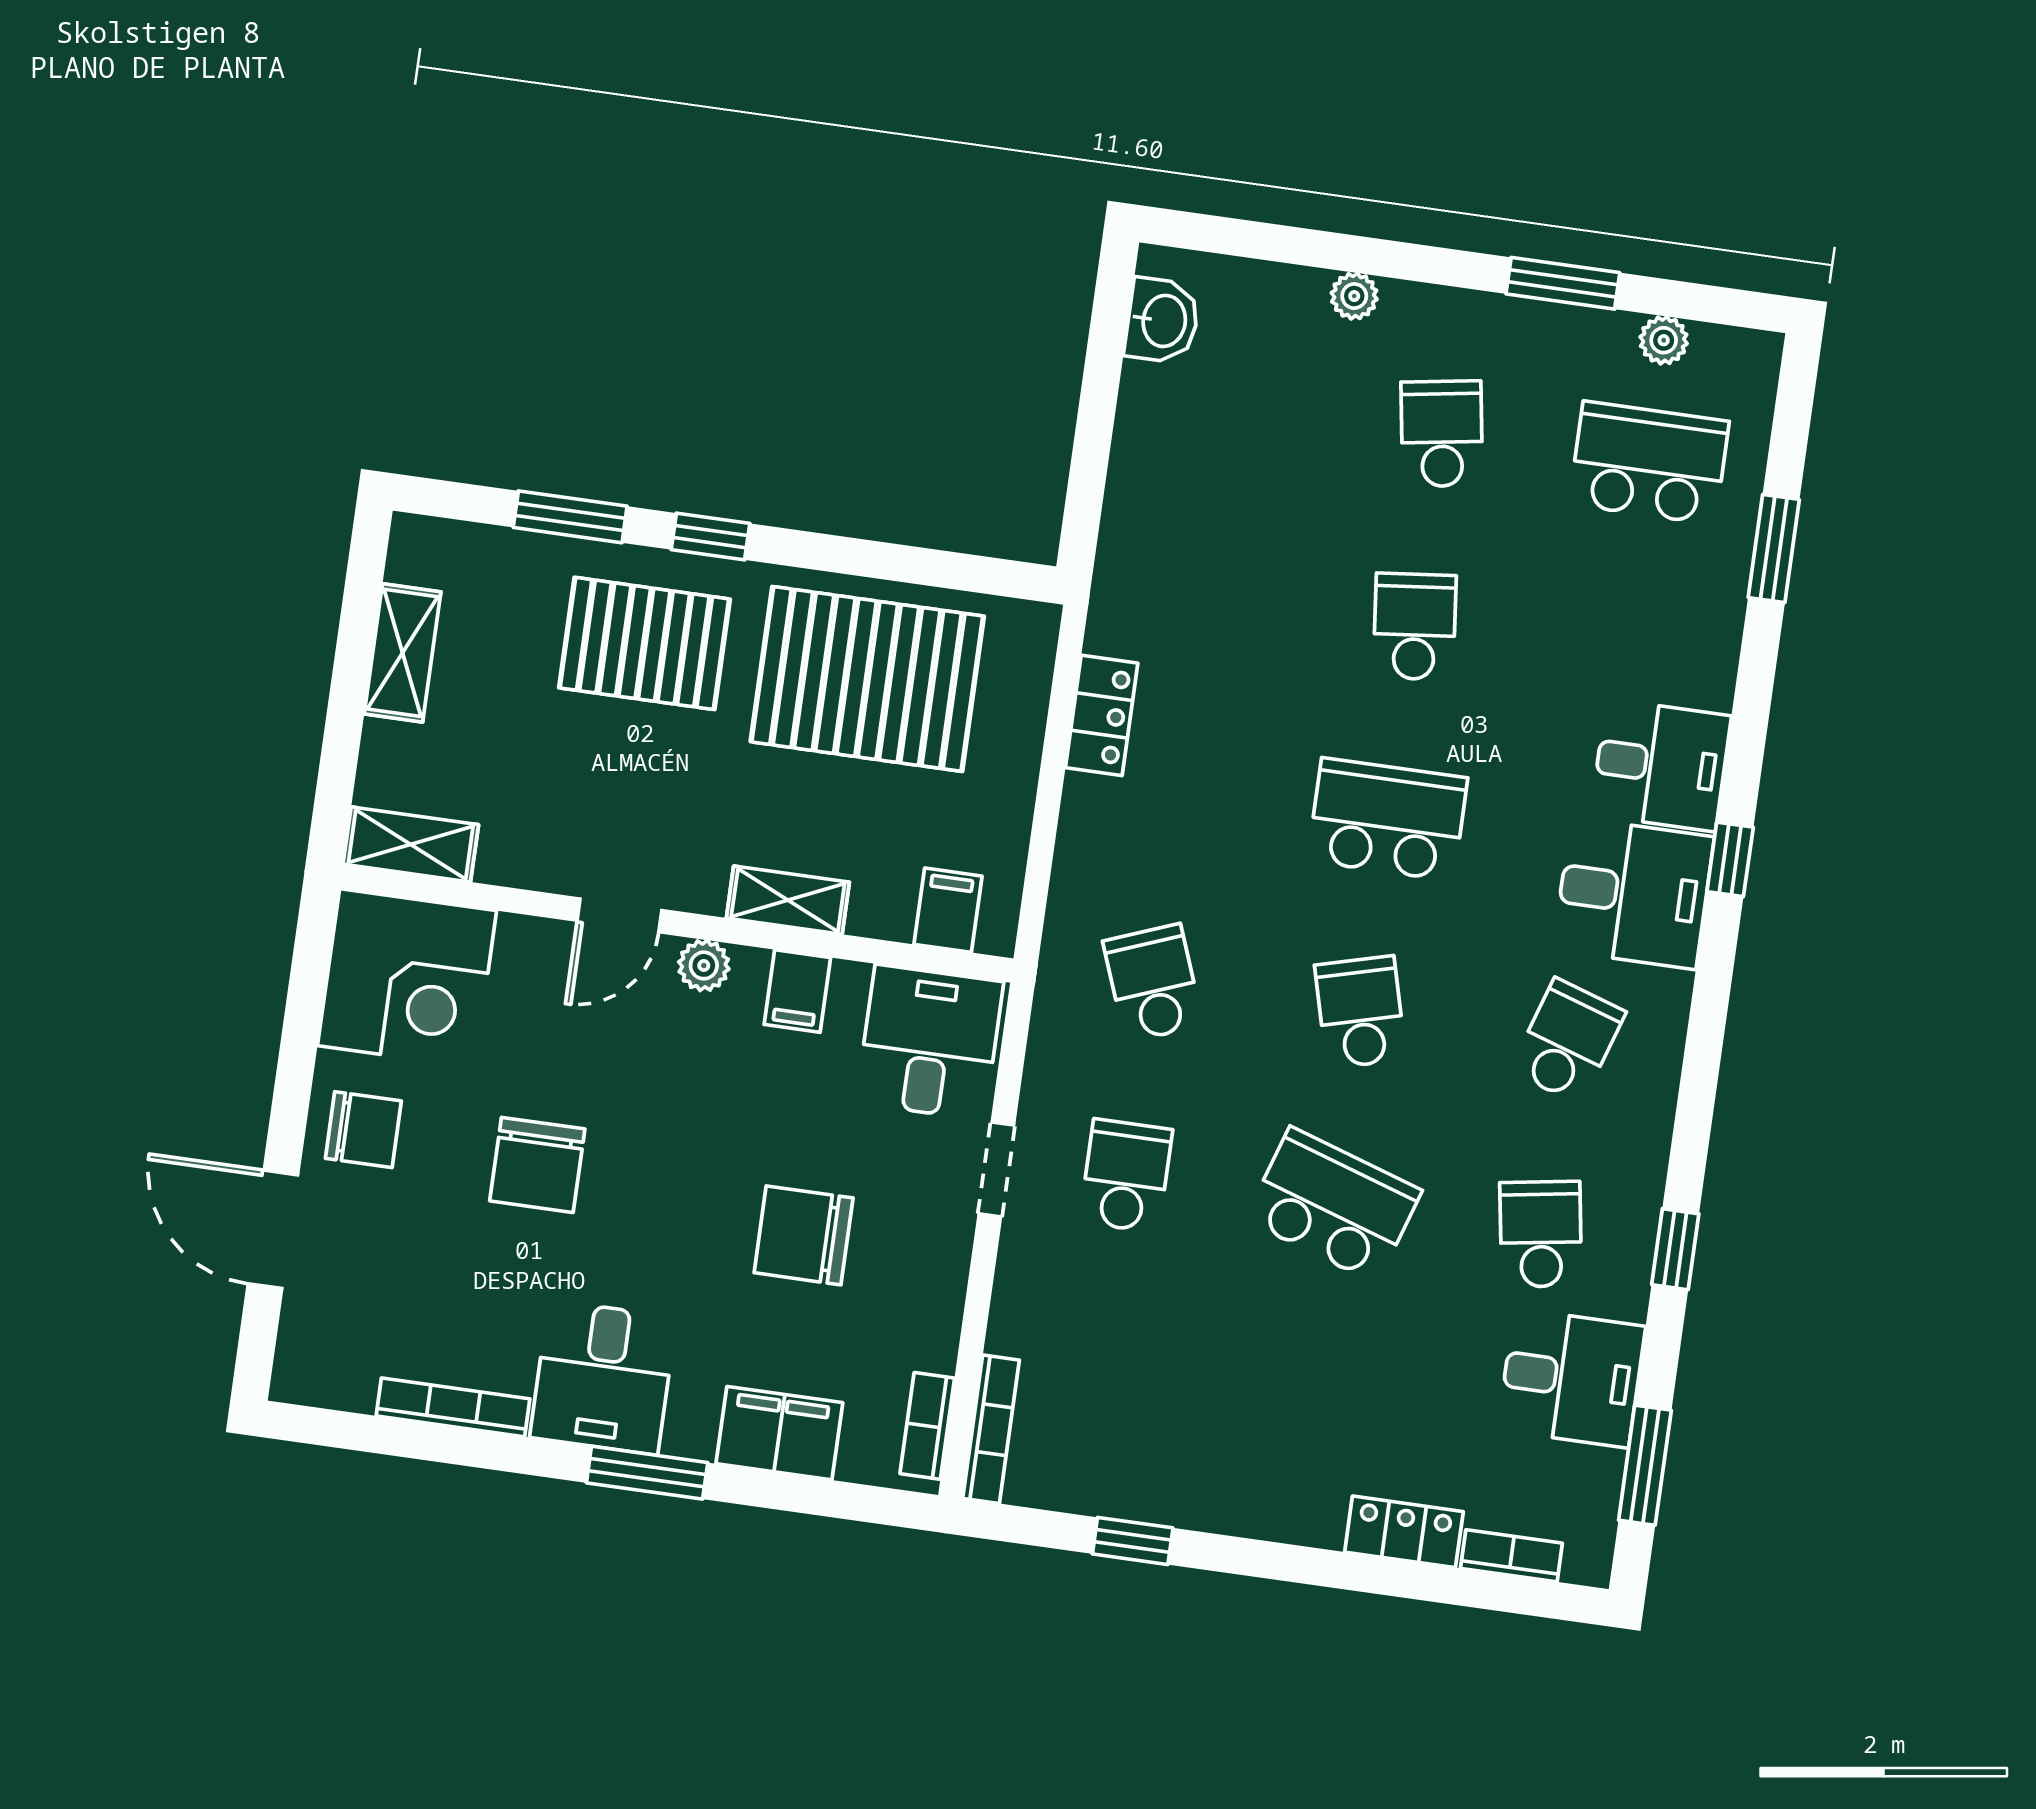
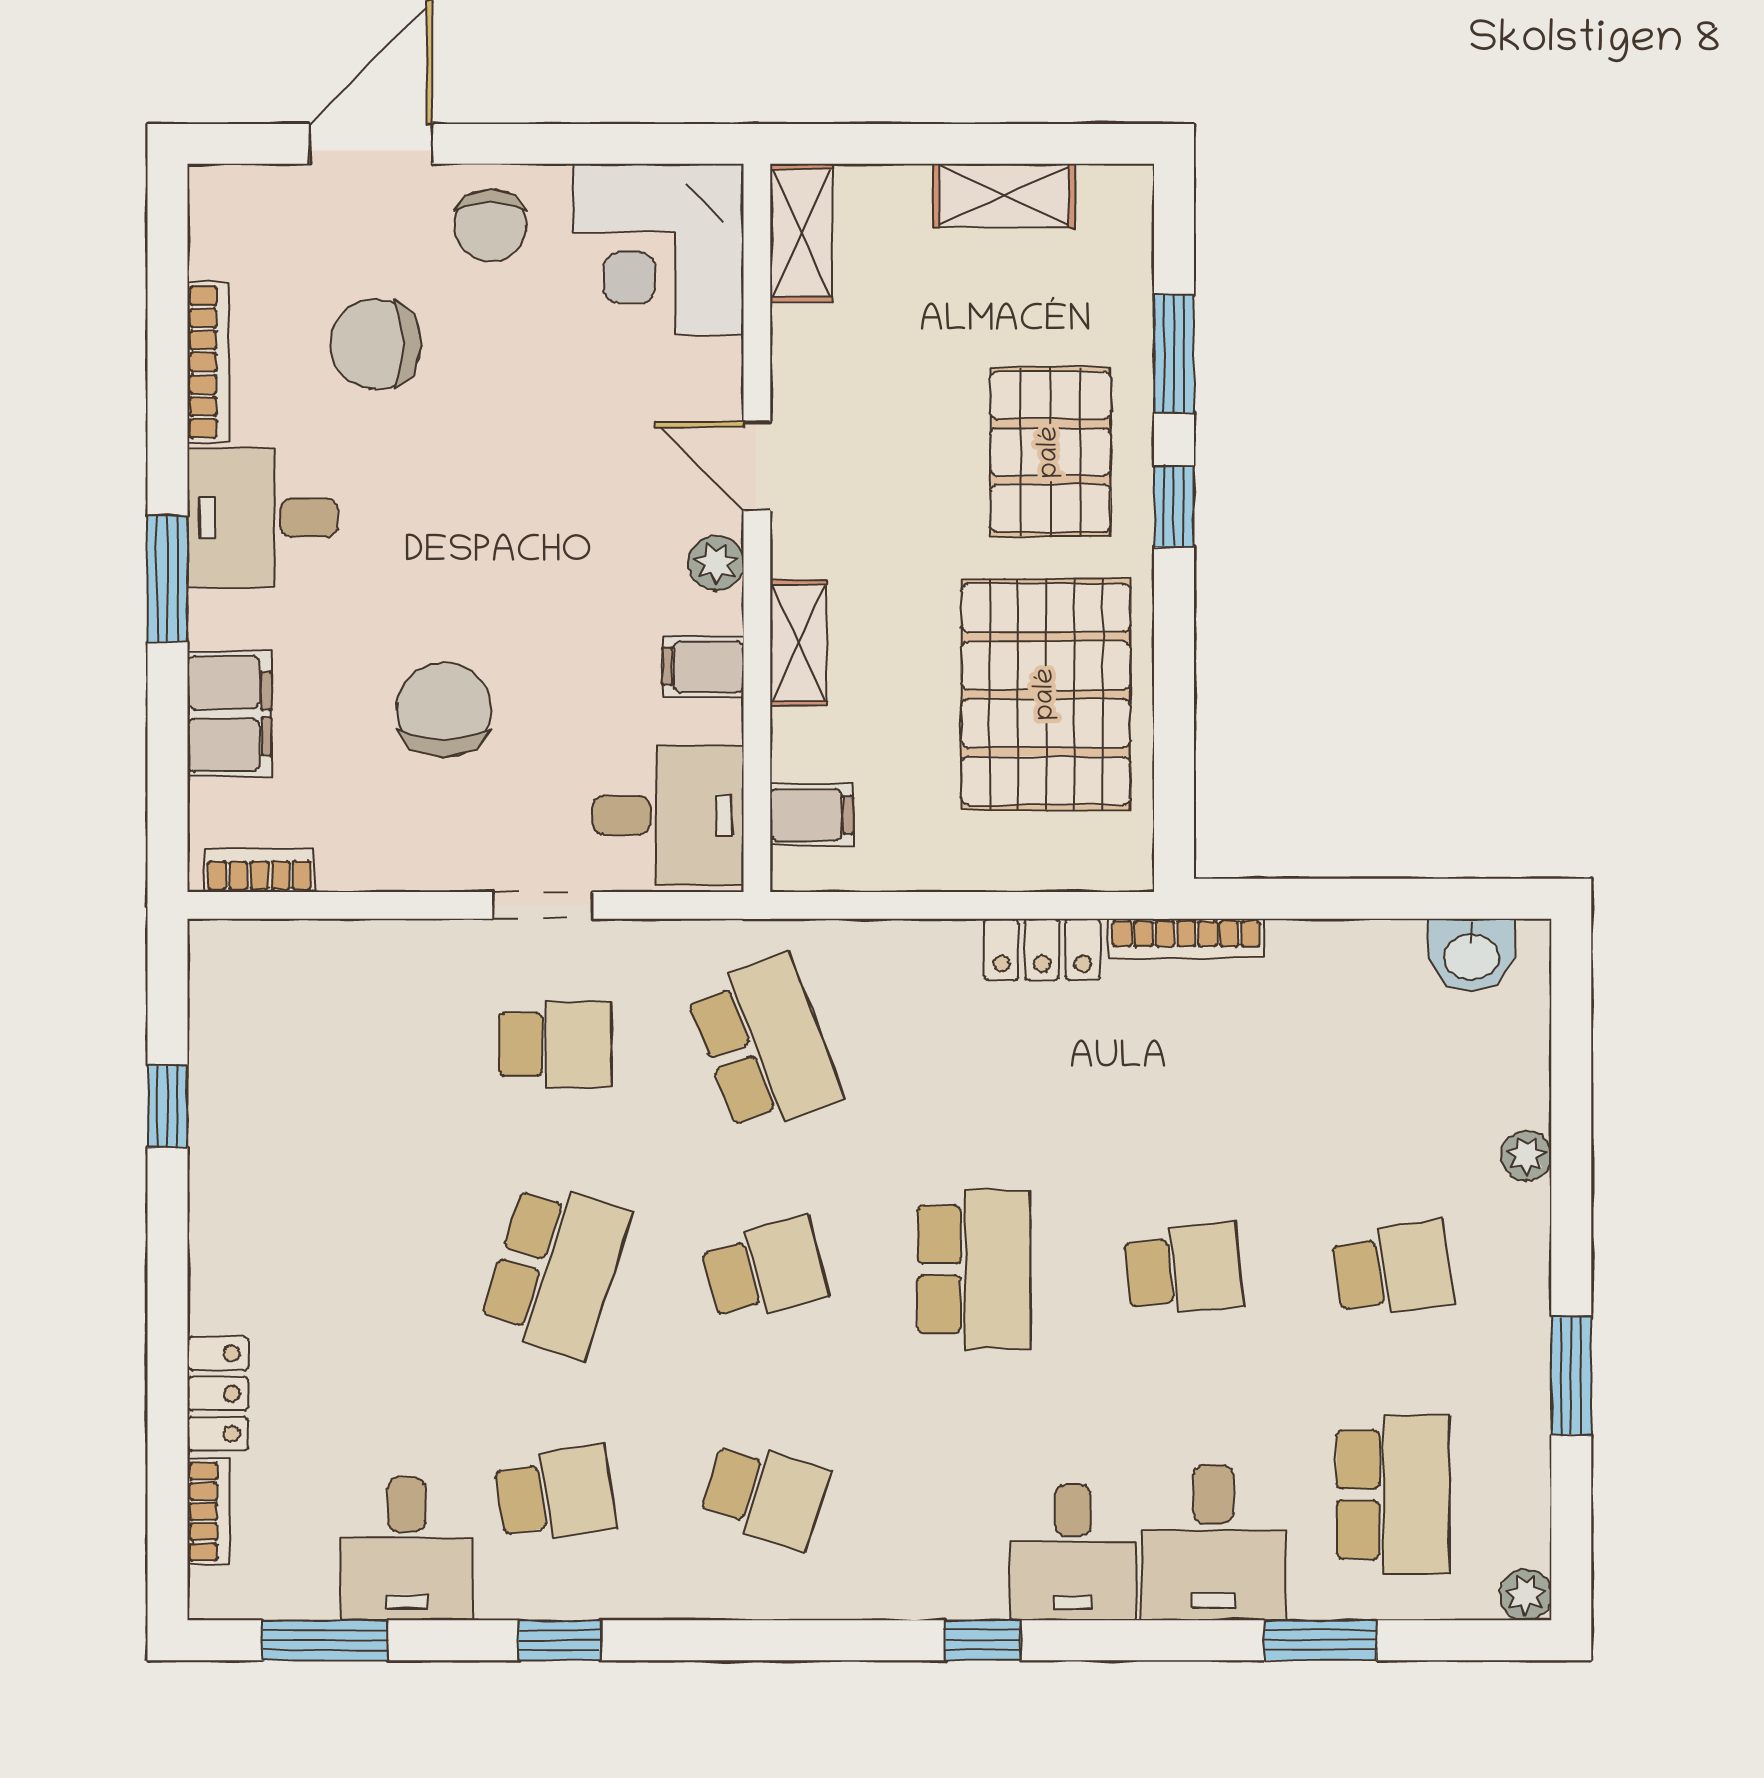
plant: (1664, 340) -> (1526, 1595), moved
desk: (1633, 893) -> (1213, 1542), moved
school desk: (1153, 983) -> (765, 1044), width x1.85
chair: (537, 1165) -> (376, 344), moved
bookcase: (991, 1429) -> (1186, 938), moved

